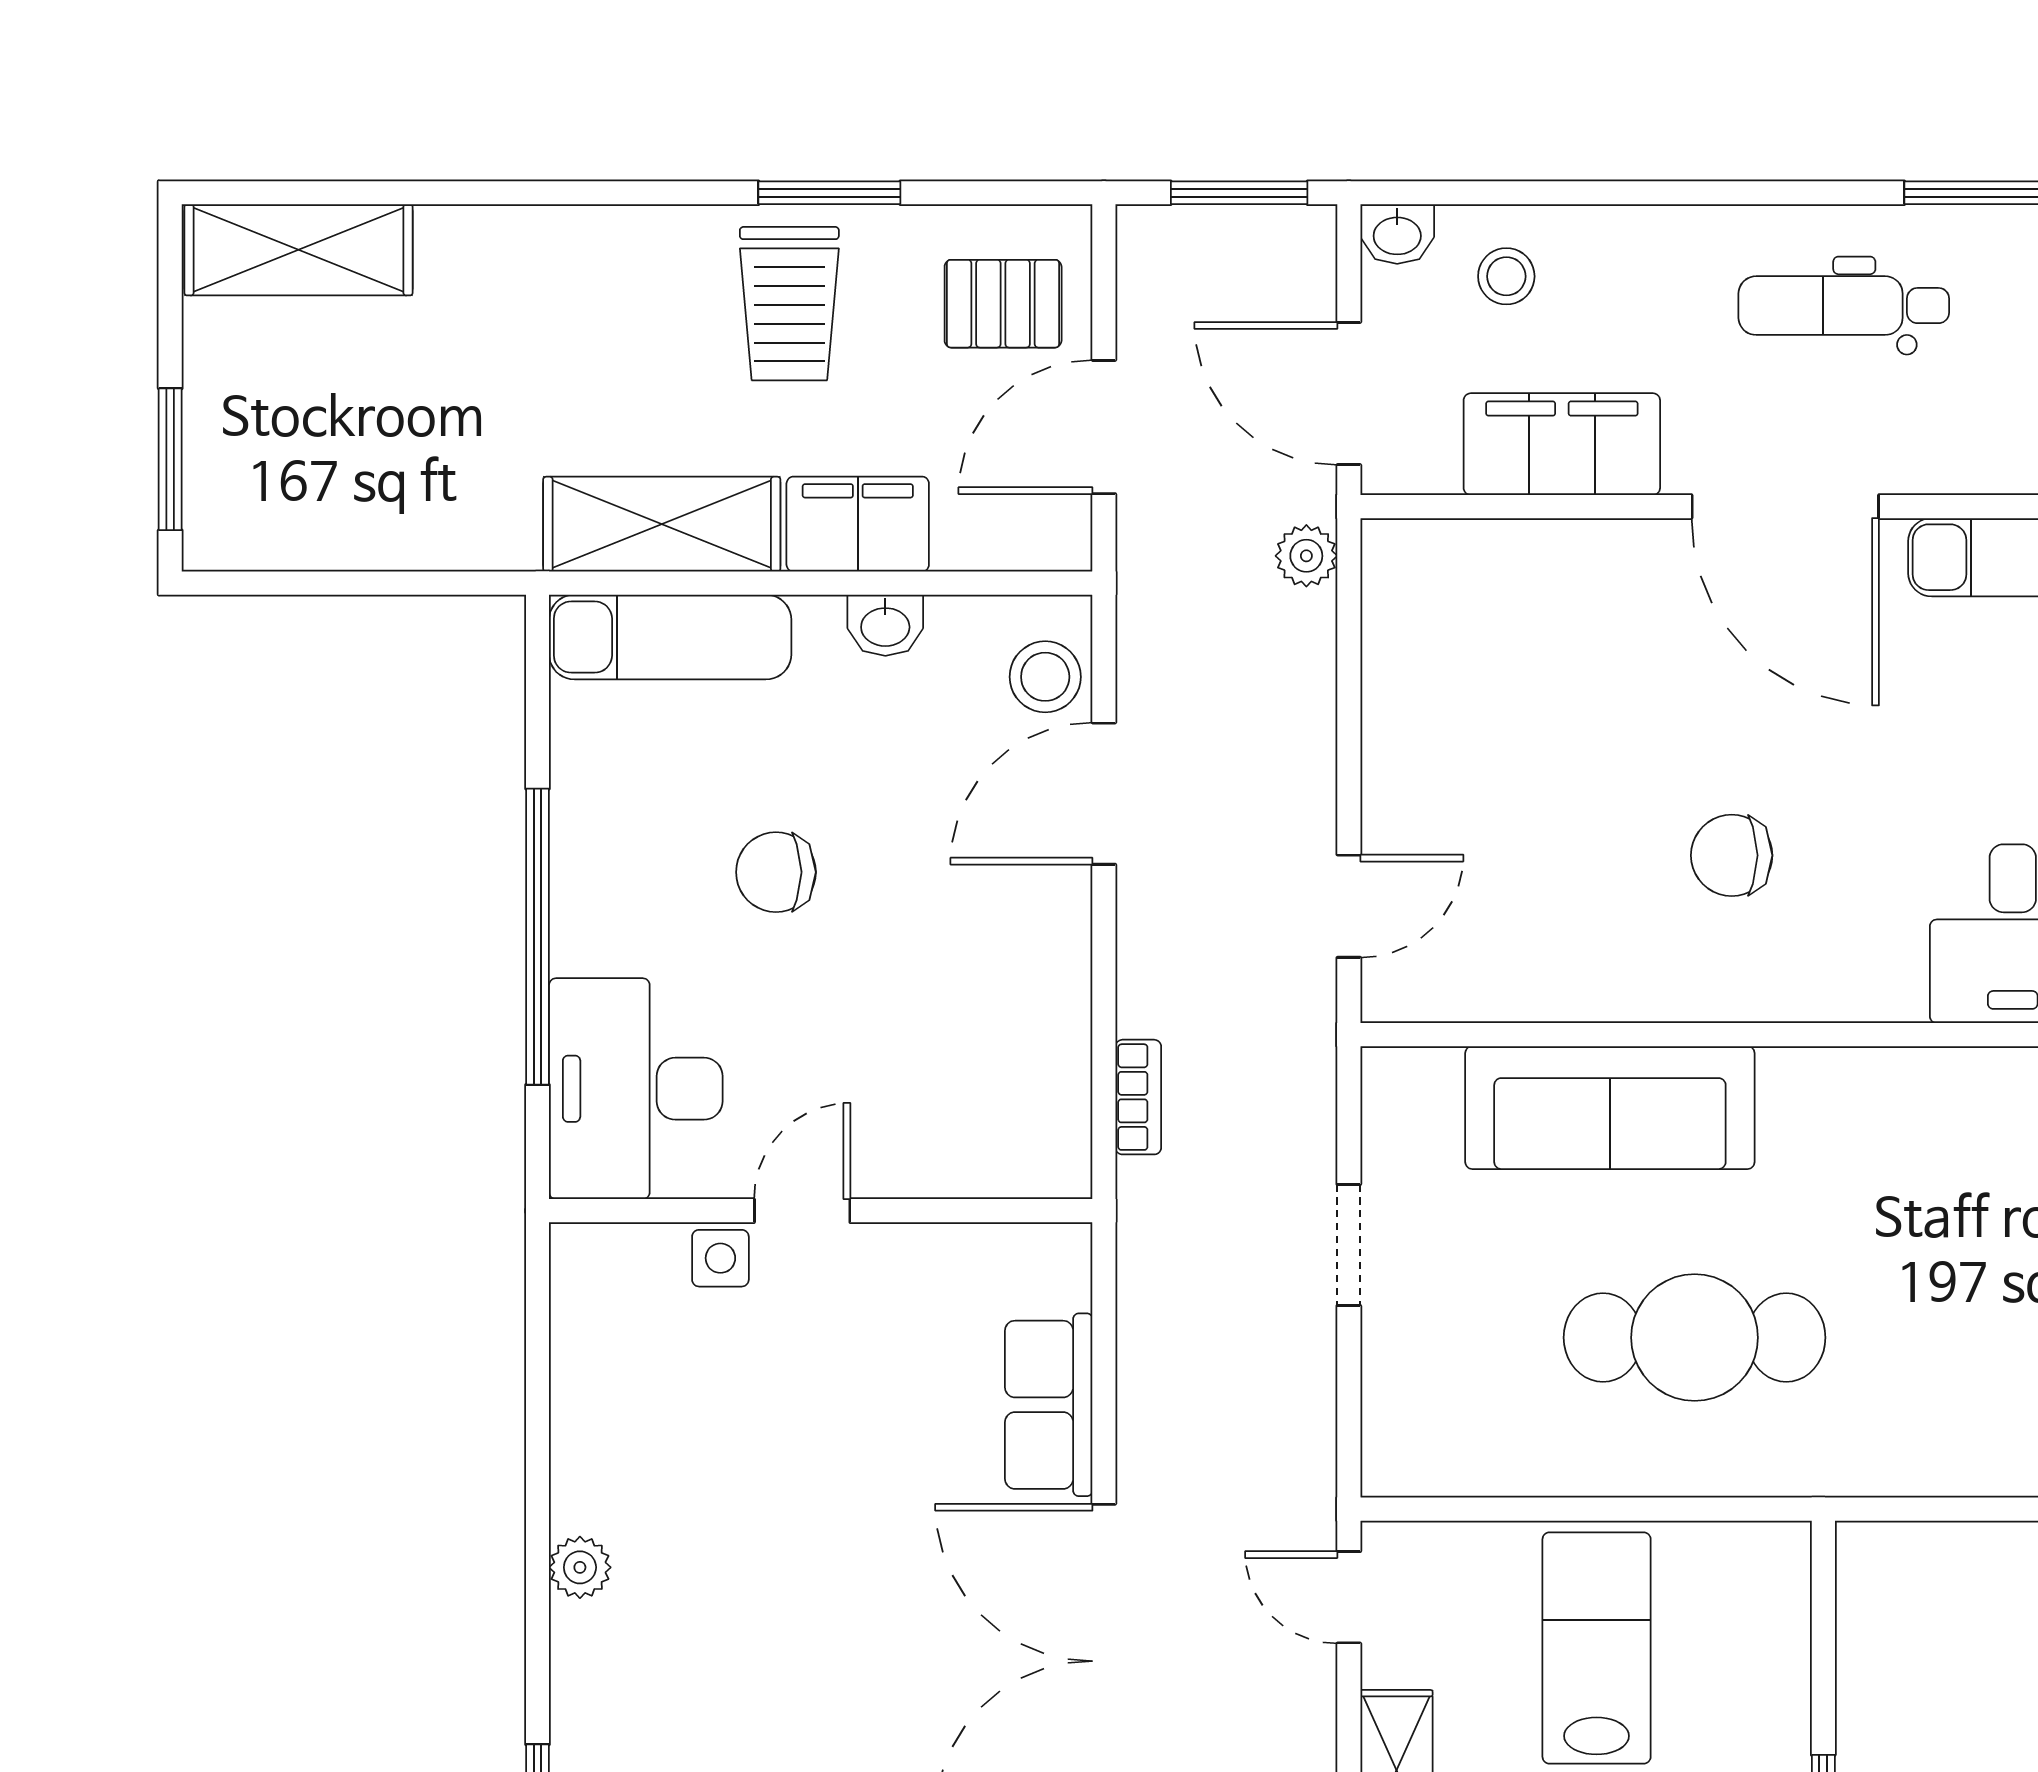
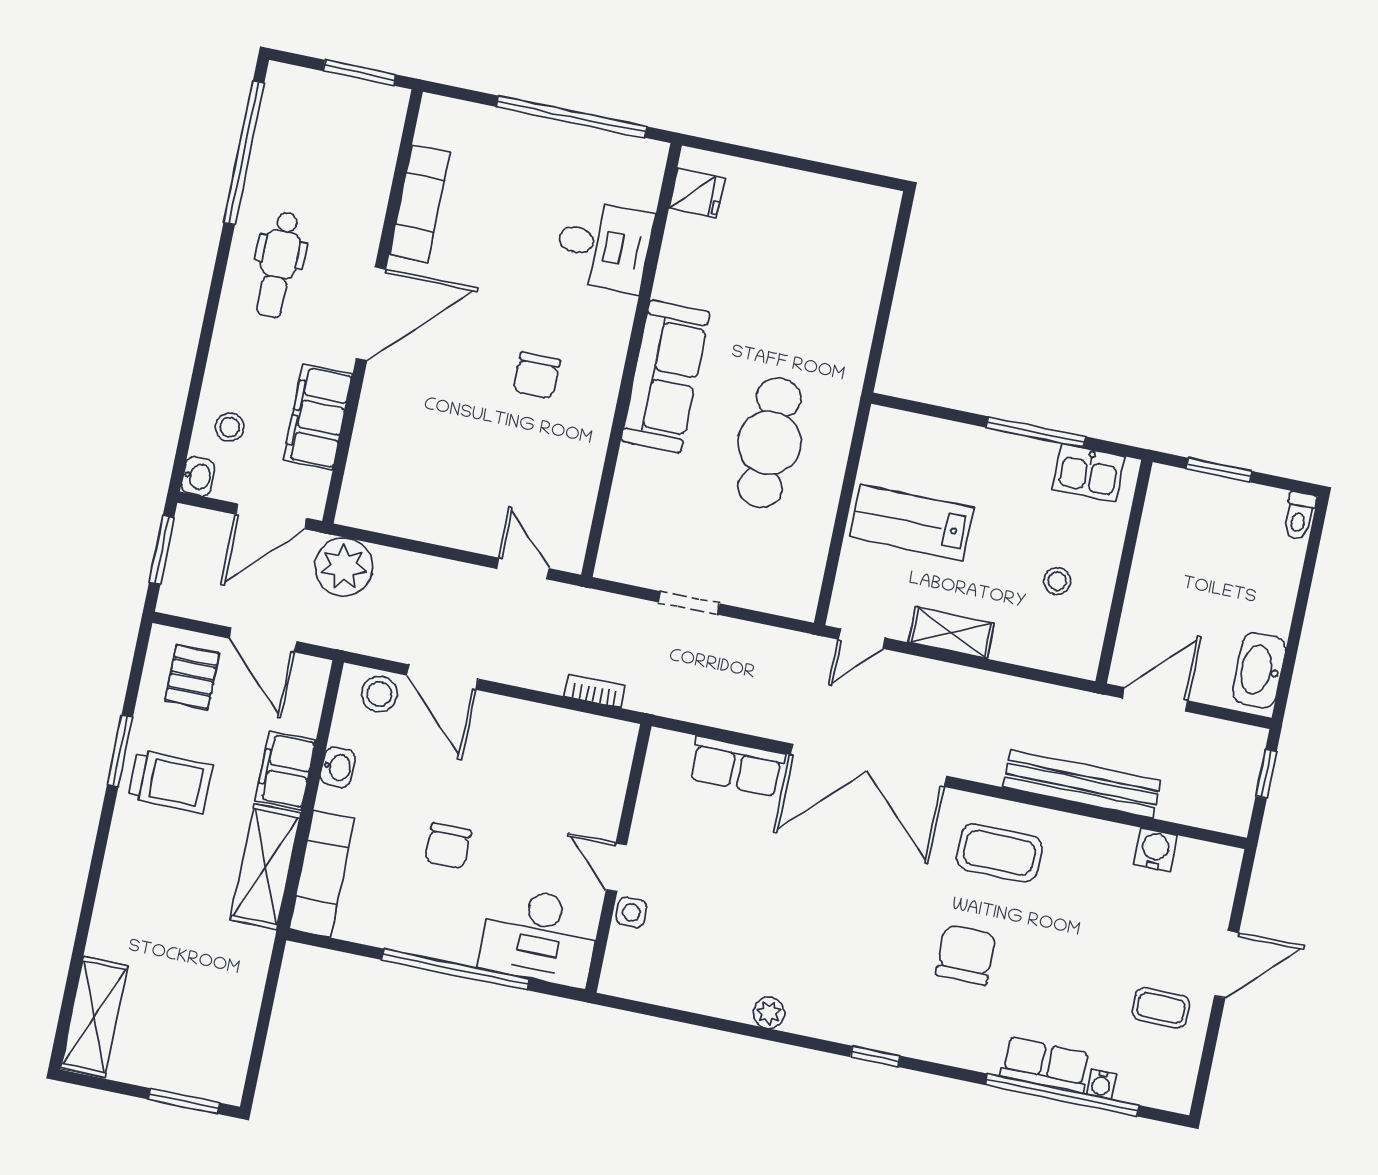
plant: (1306, 556) -> (344, 567), width x1.87, depth x1.87
sofa: (1610, 1108) -> (665, 377), moved

